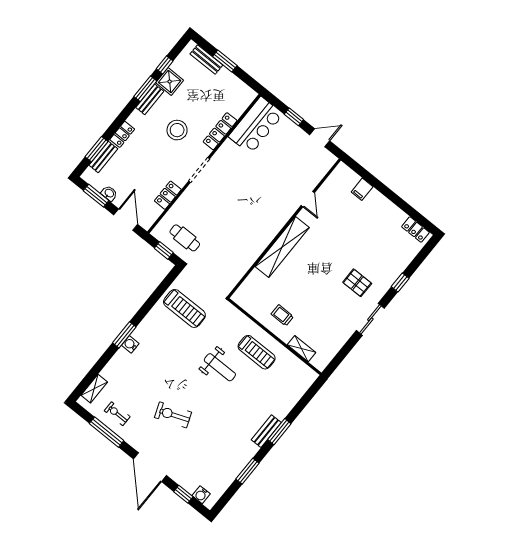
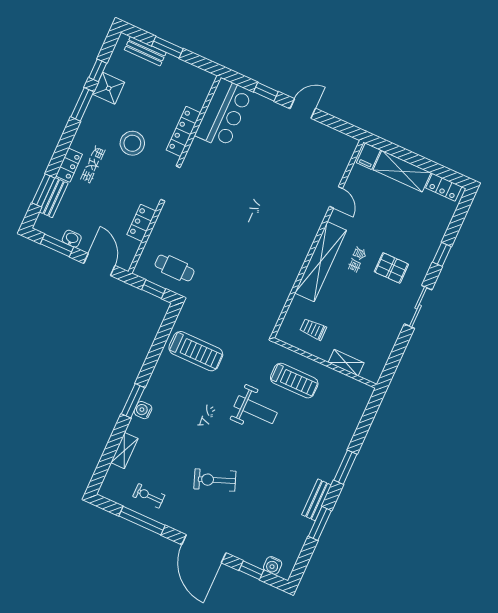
bench: (150, 99) -> (91, 115), removed
door: (308, 199) -> (336, 197), moved
shelving: (386, 208) -> (402, 171), added
wall: (284, 228) -> (317, 239), moved
shelving: (282, 247) -> (321, 262), moved
shelving: (94, 389) -> (124, 451), moved
bench: (266, 431) -> (317, 500), moved

